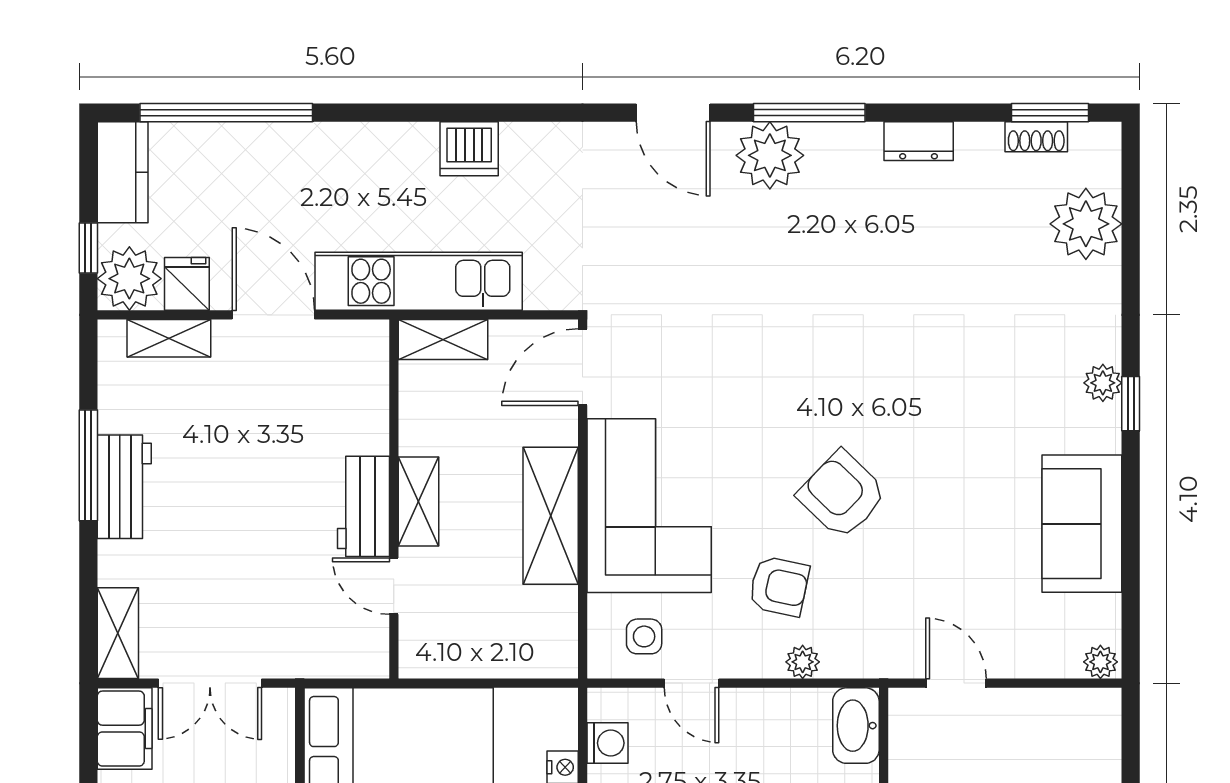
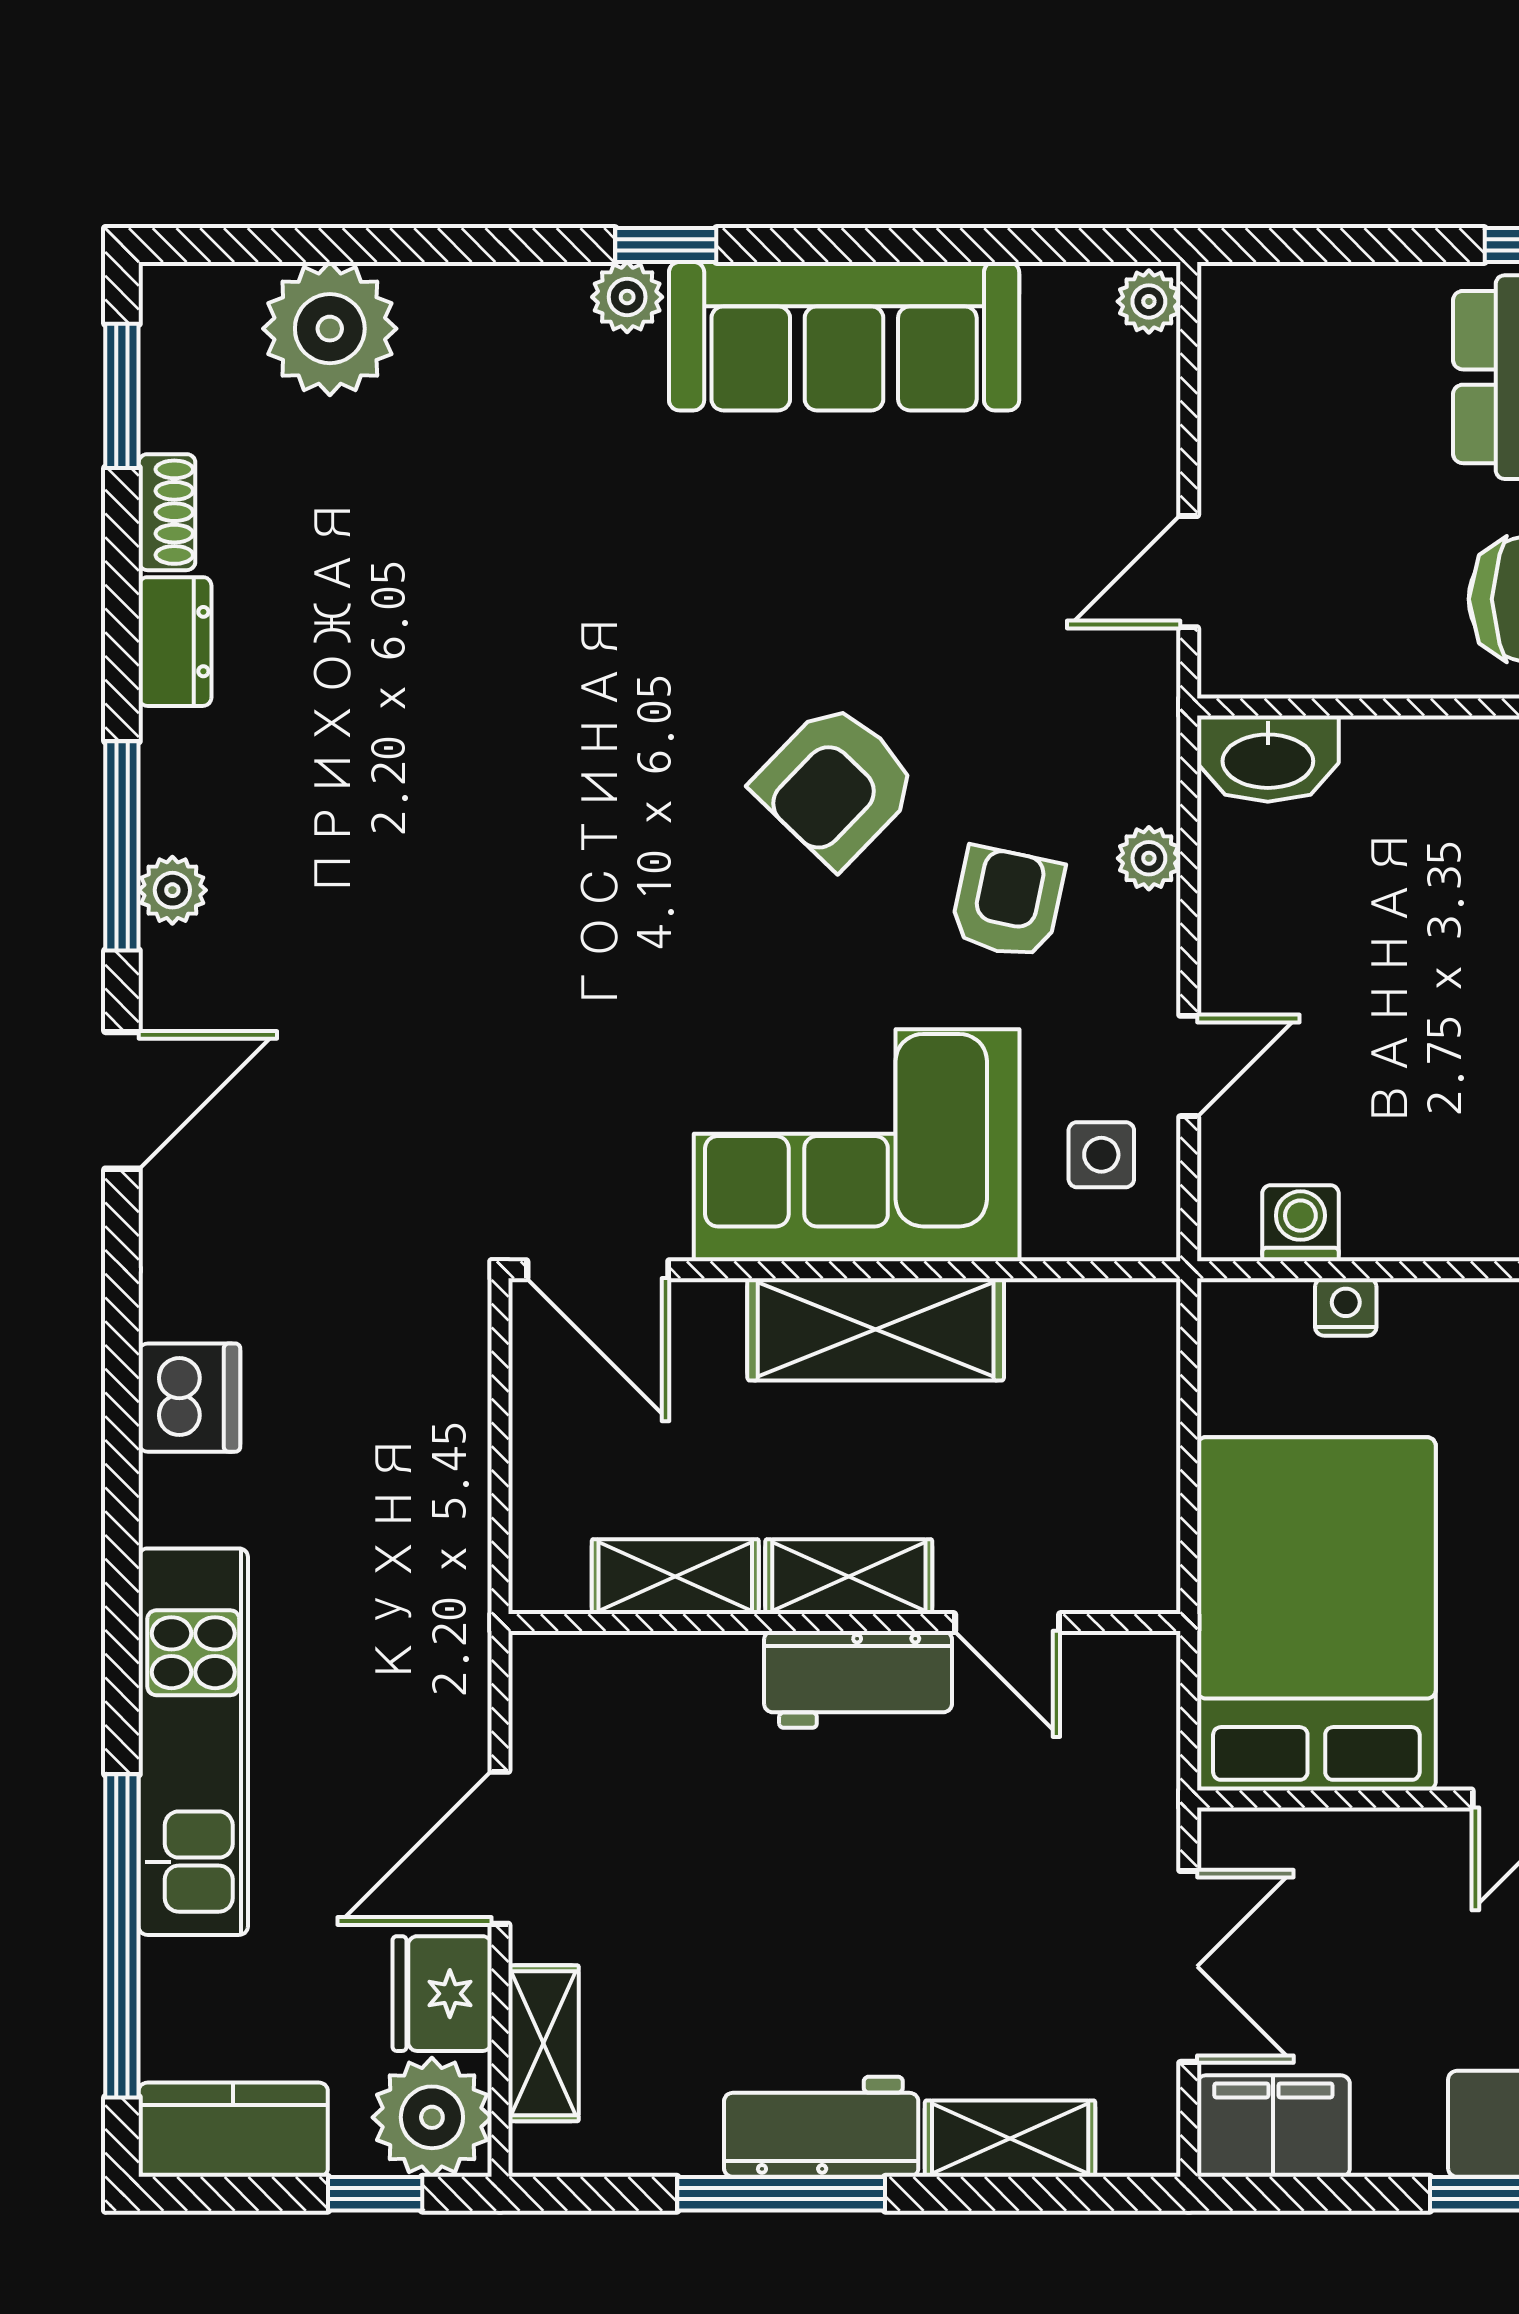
shoe rack: (1036, 137) -> (167, 512), moved
dishwasher: (469, 149) -> (189, 1398), moved
plant: (770, 155) -> (172, 890), width x0.53, depth x0.53
kitchen unit: (419, 281) -> (193, 1742), moved, turned 180
fridge: (187, 284) -> (442, 1994), width x1.38
shelving: (443, 339) -> (675, 1577), moved, turned 90
sofa: (1082, 524) -> (844, 336), width x1.36
door: (394, 586) -> (1007, 1623), hinge flipped
shelving: (118, 633) -> (1010, 2139), moved

